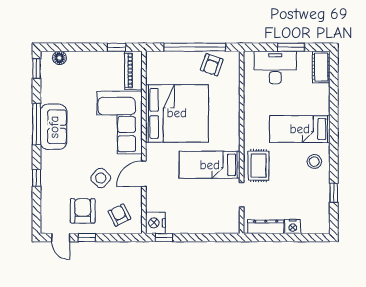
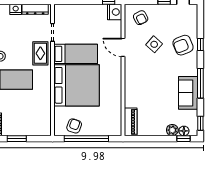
window: (117, 47) -> (183, 139), moved
plant: (75, 59) -> (172, 130), added
desk: (275, 68) -> (28, 124), removed
bed: (177, 113) -> (76, 85), moved, turned 180
corner sofa: (120, 122) -> (140, 84), removed
sofa: (54, 127) -> (188, 93), moved
door: (144, 174) -> (123, 47), swing flipped
armchair: (83, 211) -> (183, 45), moved, turned 68

